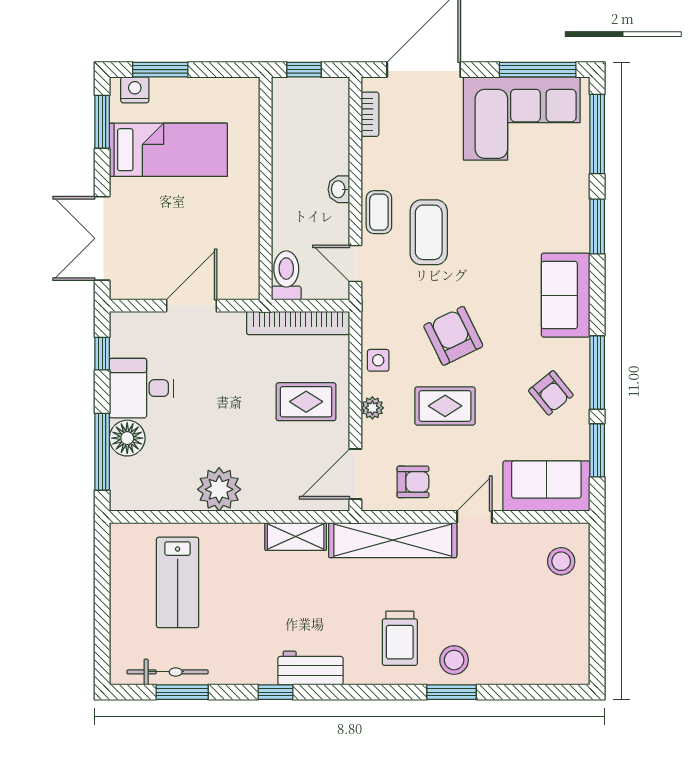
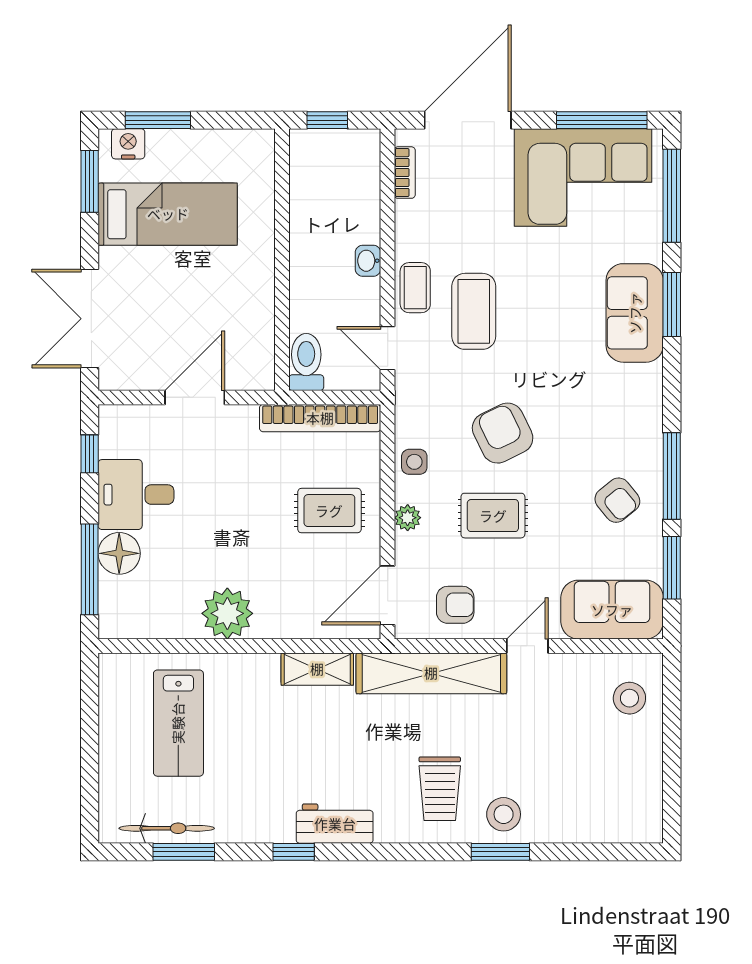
sofa: (566, 295) -> (635, 313), moved

